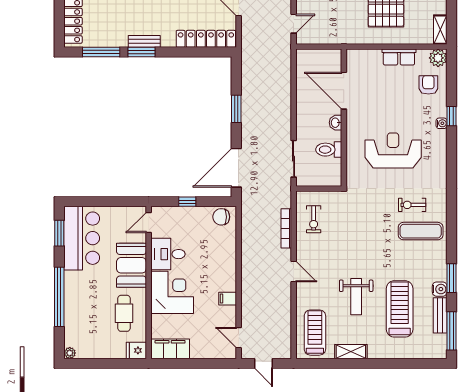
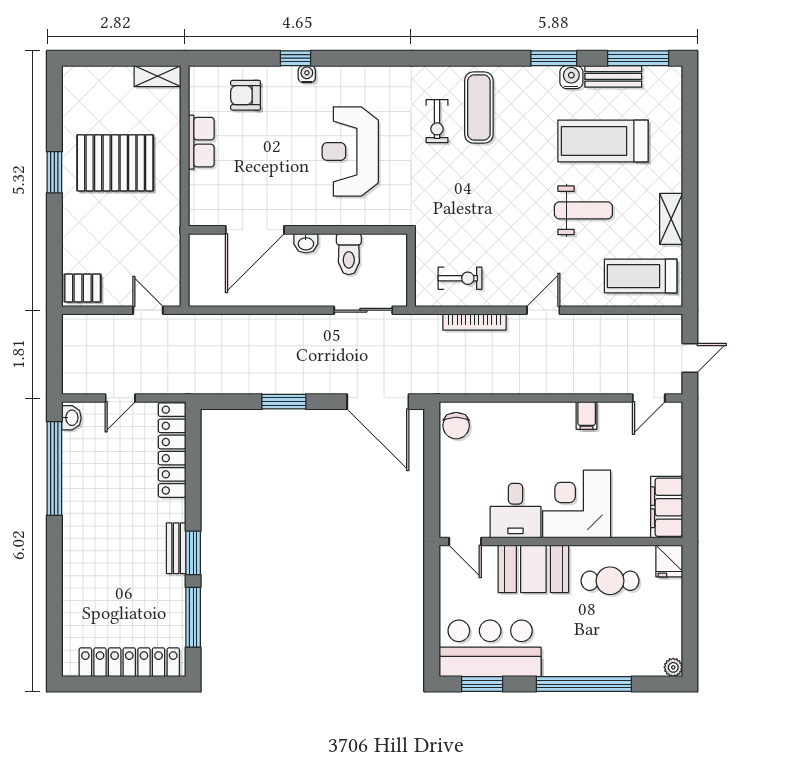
plant: (438, 58) -> (202, 80), removed
window: (187, 202) -> (432, 480), removed

